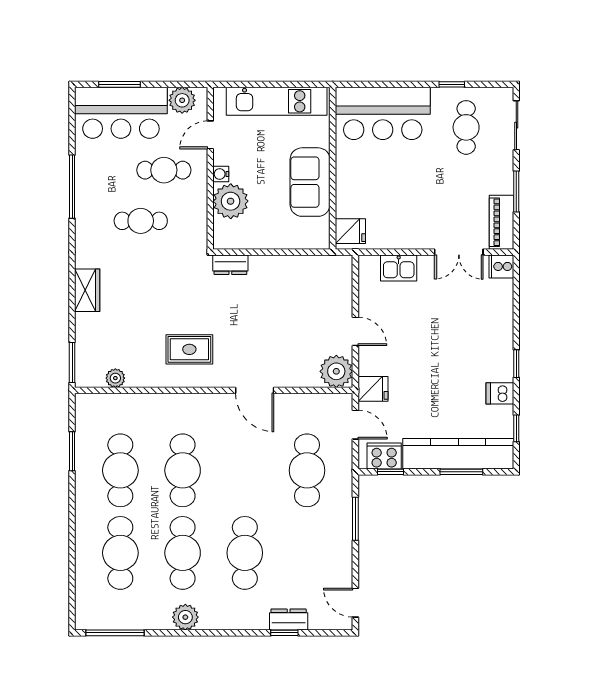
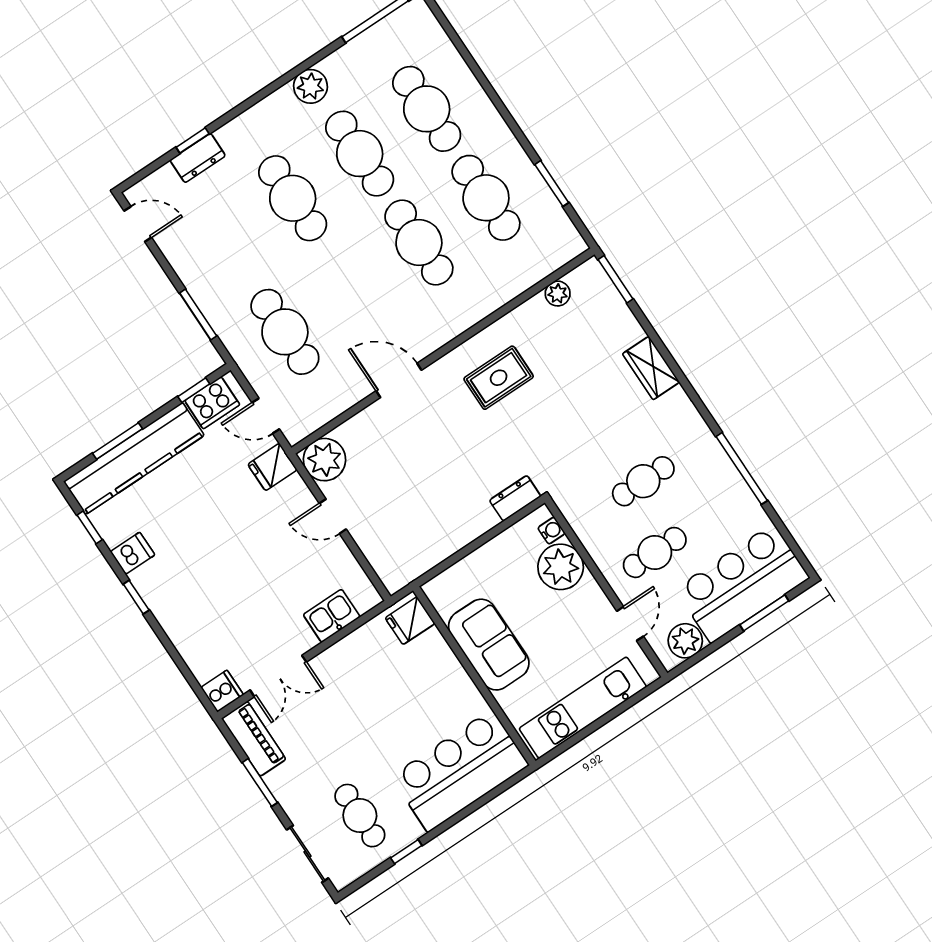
water cooler: (221, 174) -> (552, 531), moved
double door: (459, 252) -> (278, 676), swing flipped

